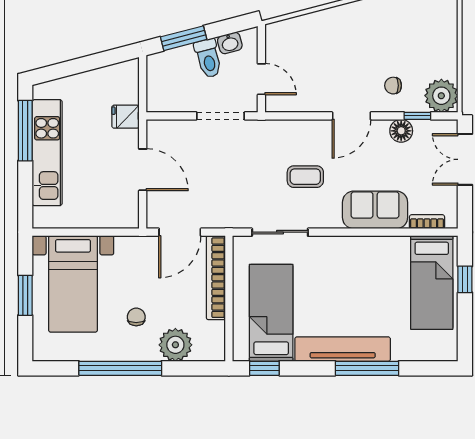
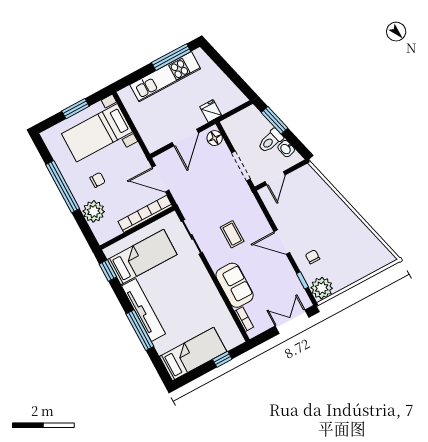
floor lamp: (401, 131) -> (215, 138), moved
bed: (432, 283) -> (193, 354), moved, turned 180

